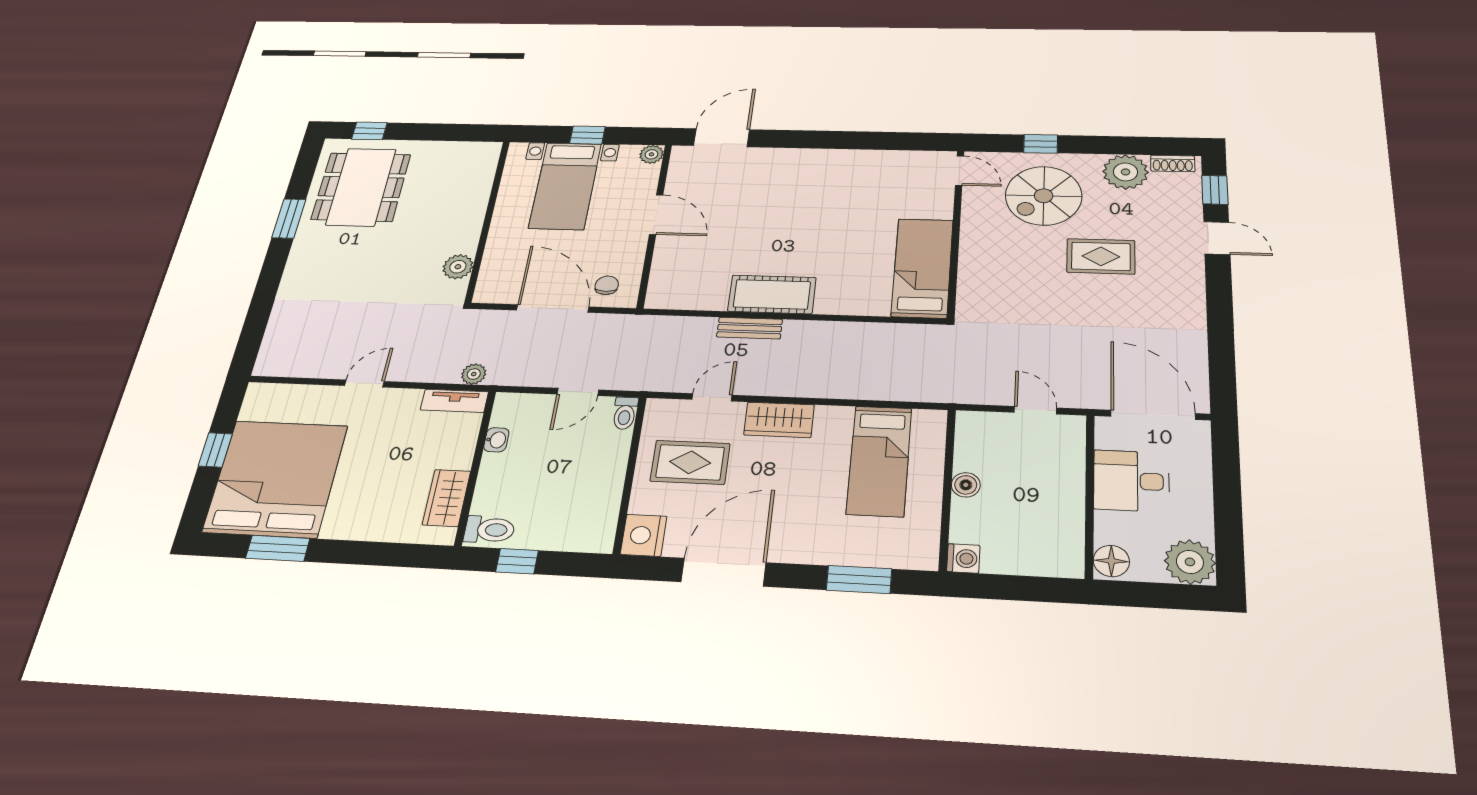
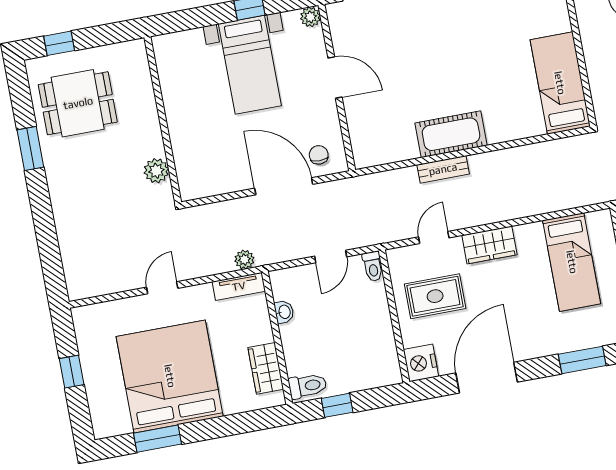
dining table: (361, 187) -> (78, 103), width x0.73
wall: (488, 220) -> (163, 120), moved
plant: (458, 267) -> (156, 171), moved
bed: (276, 478) -> (170, 376), moved

